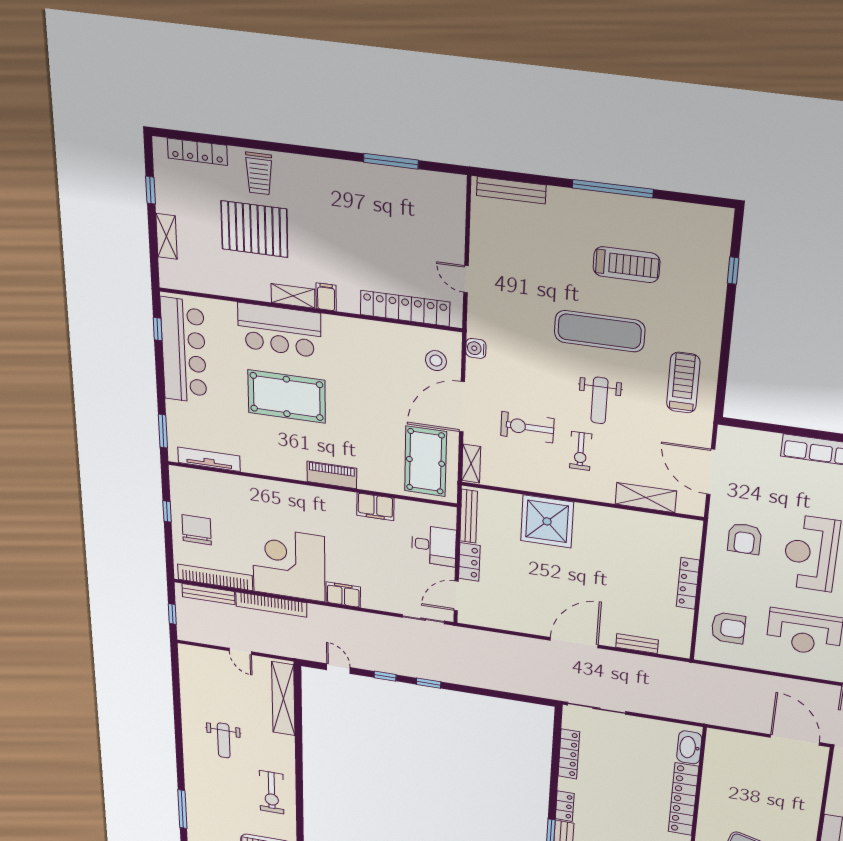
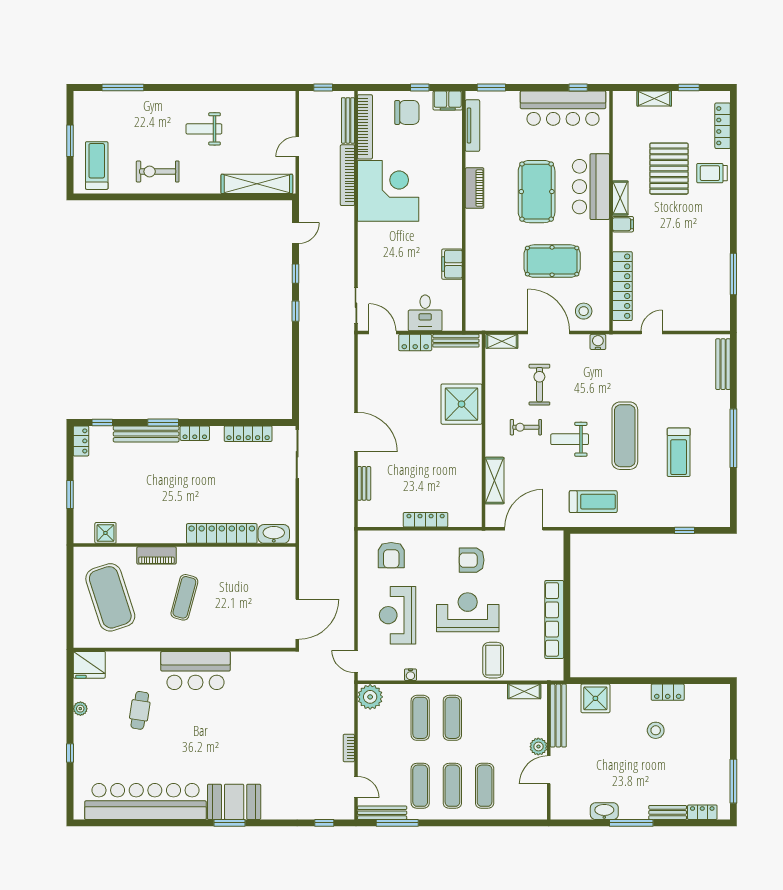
pool table: (425, 461) -> (552, 261), moved
piano: (332, 475) -> (475, 188), moved
filing cabinet: (343, 595) -> (448, 100), moved, turned 90

